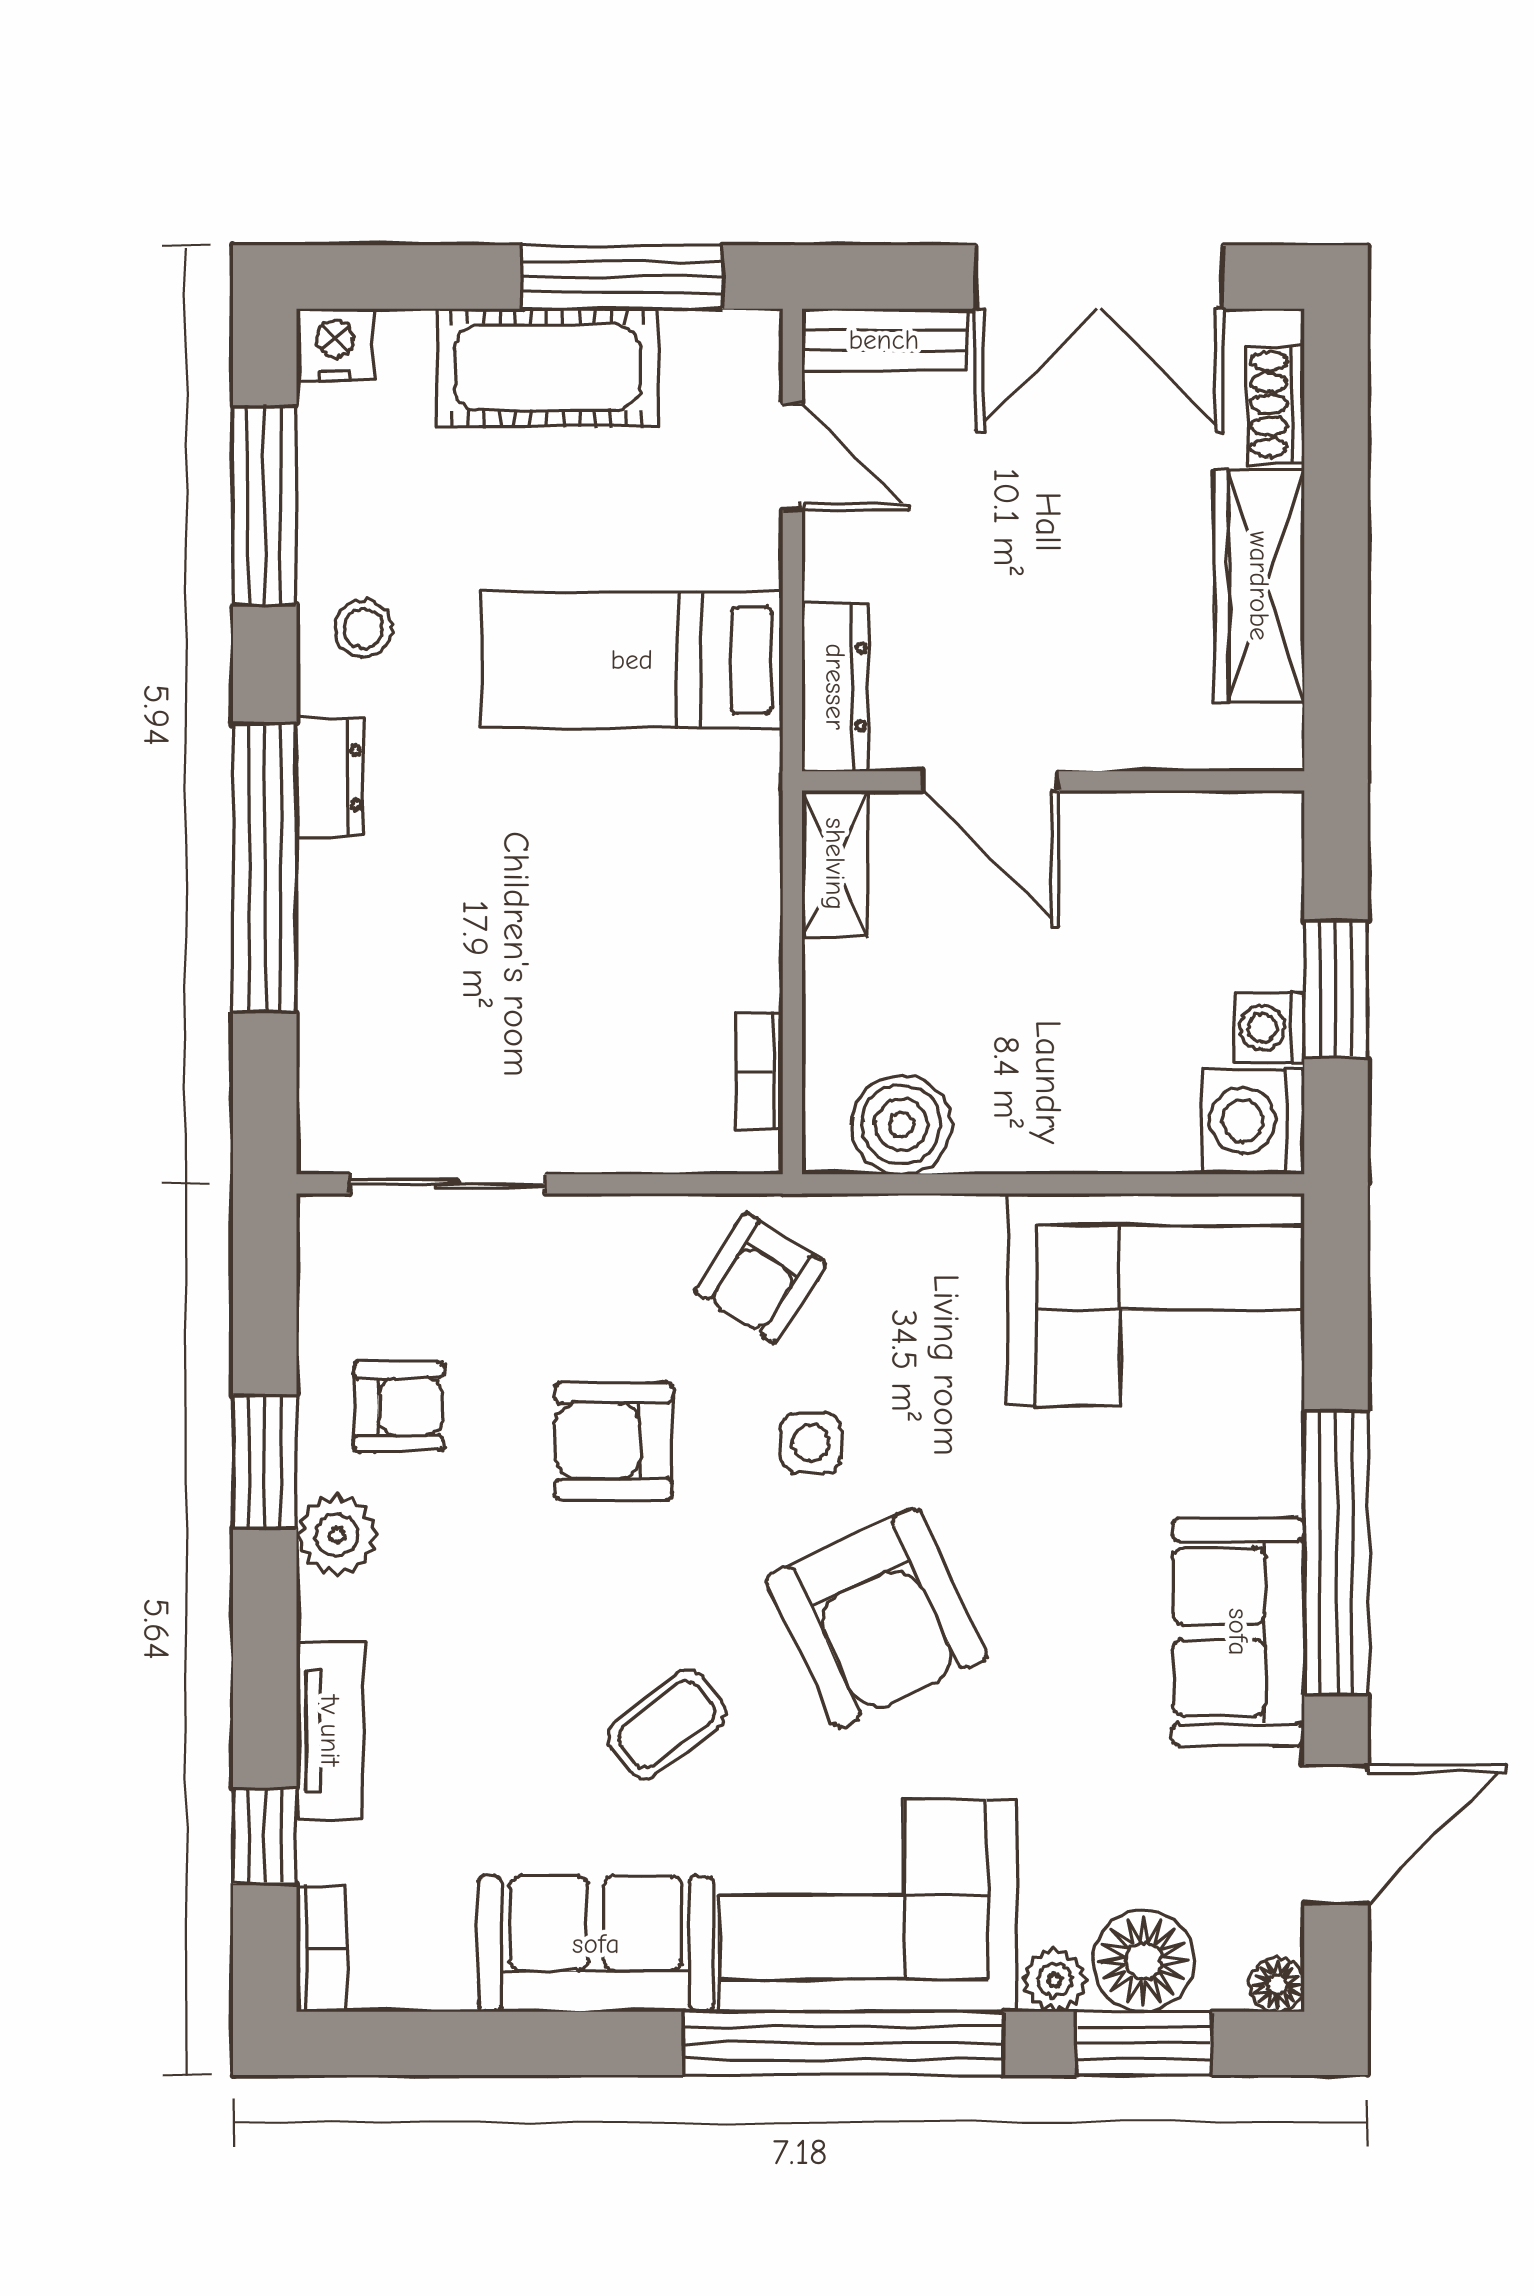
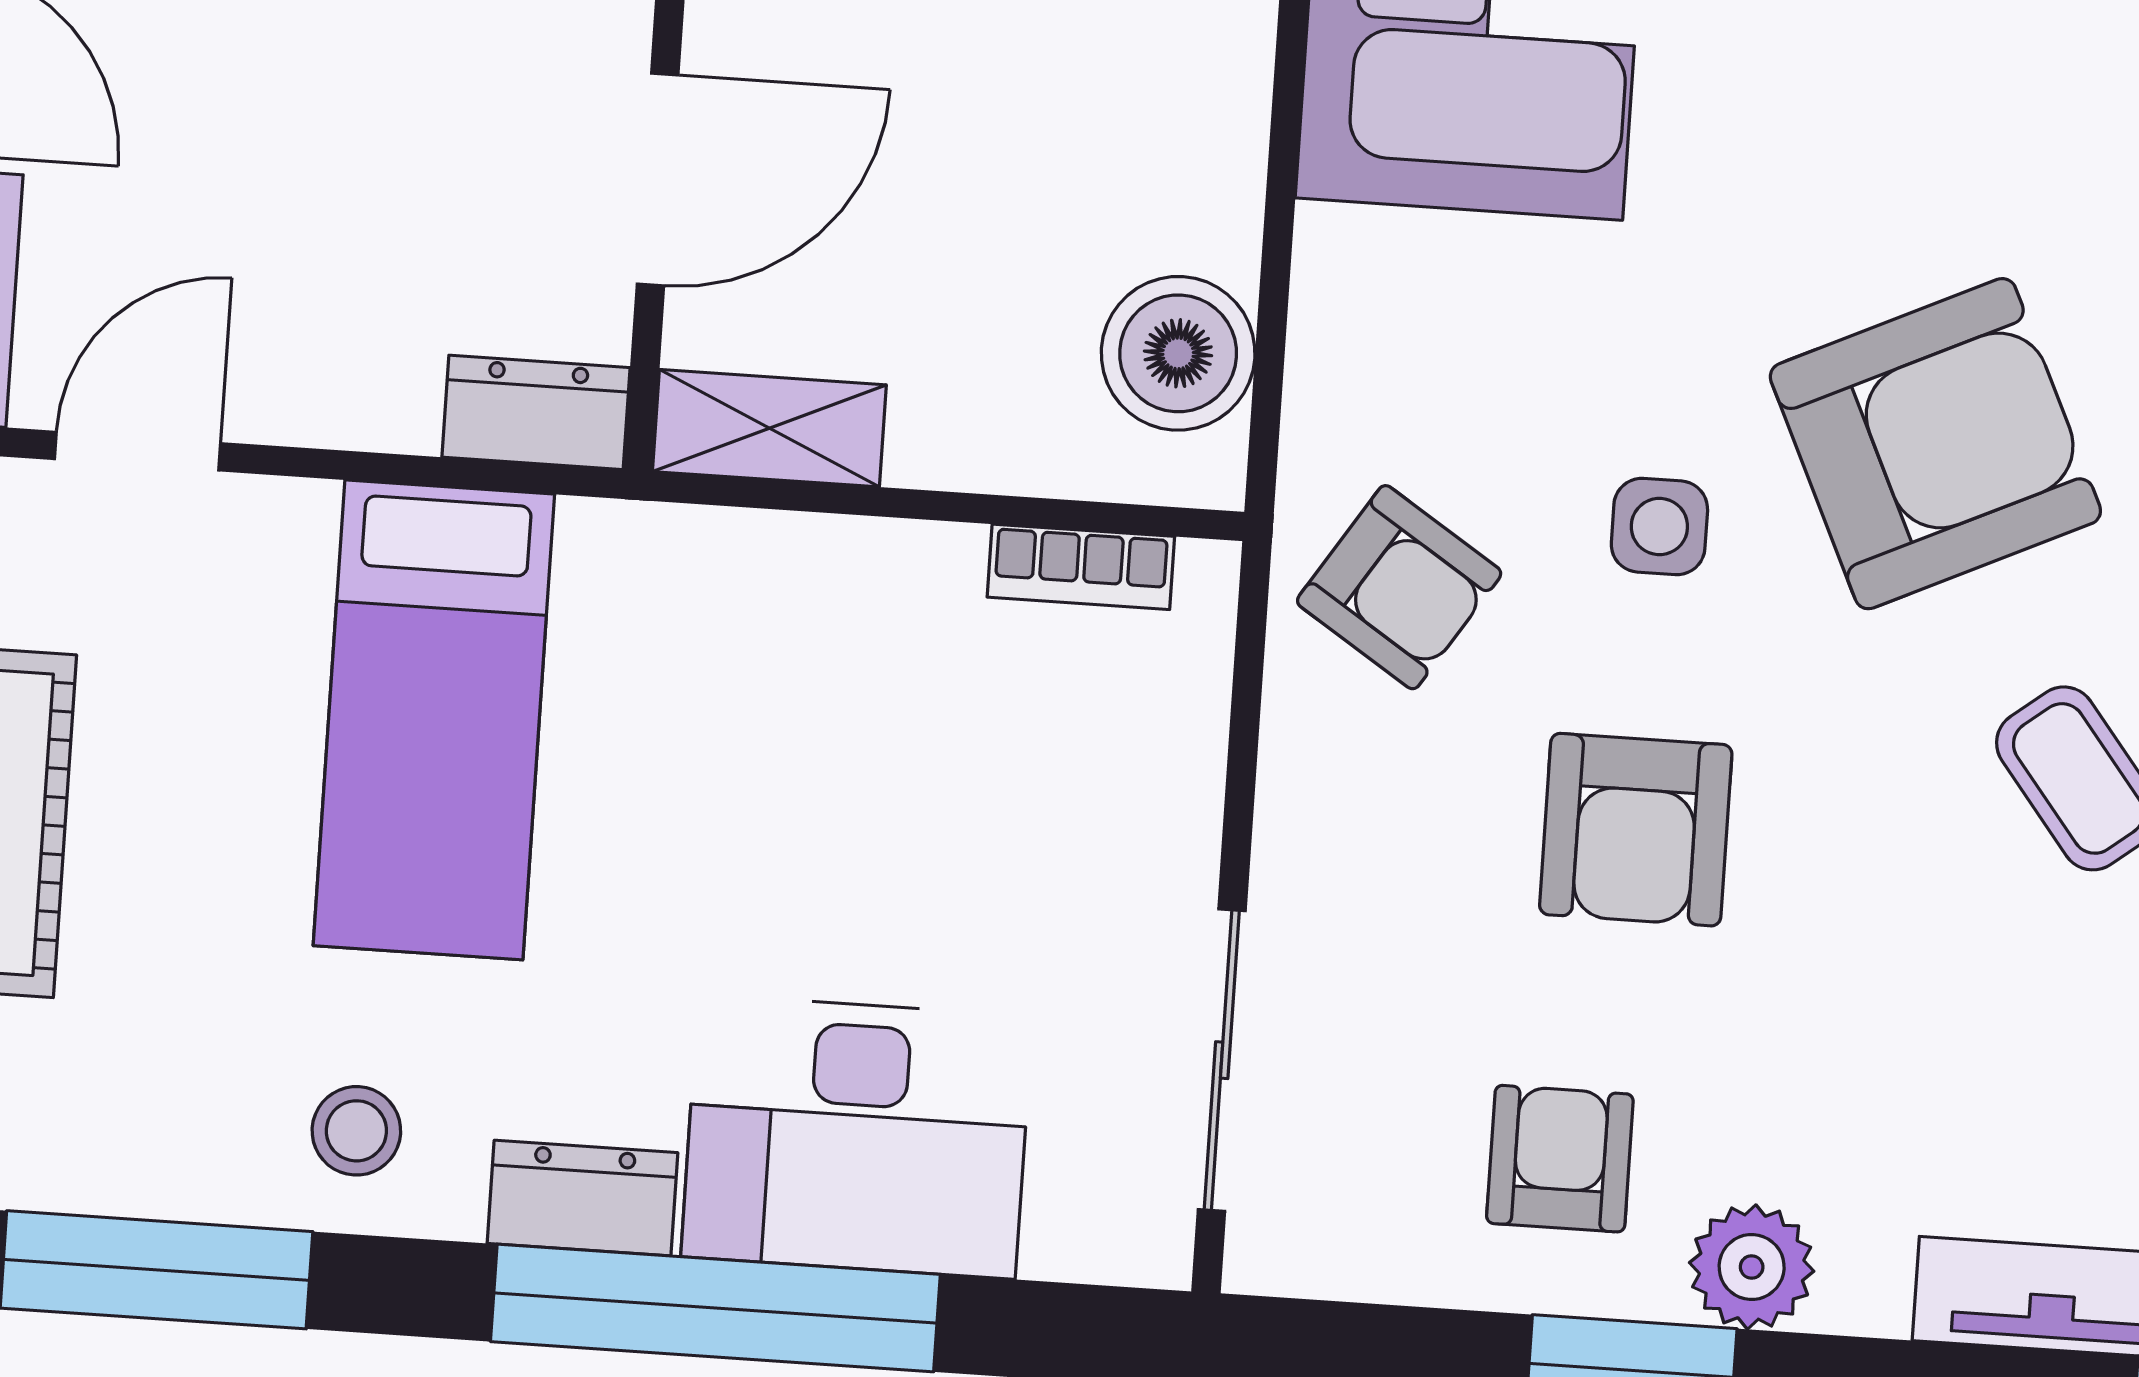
dresser: (835, 687) -> (536, 412), width x0.70
desk: (382, 952) -> (857, 1137), added

